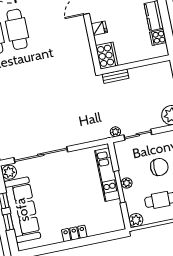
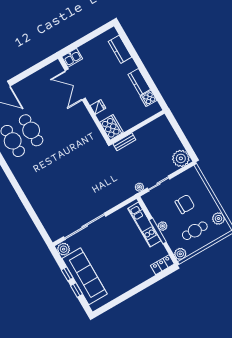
locker: (74, 233) -> (162, 265), moved

